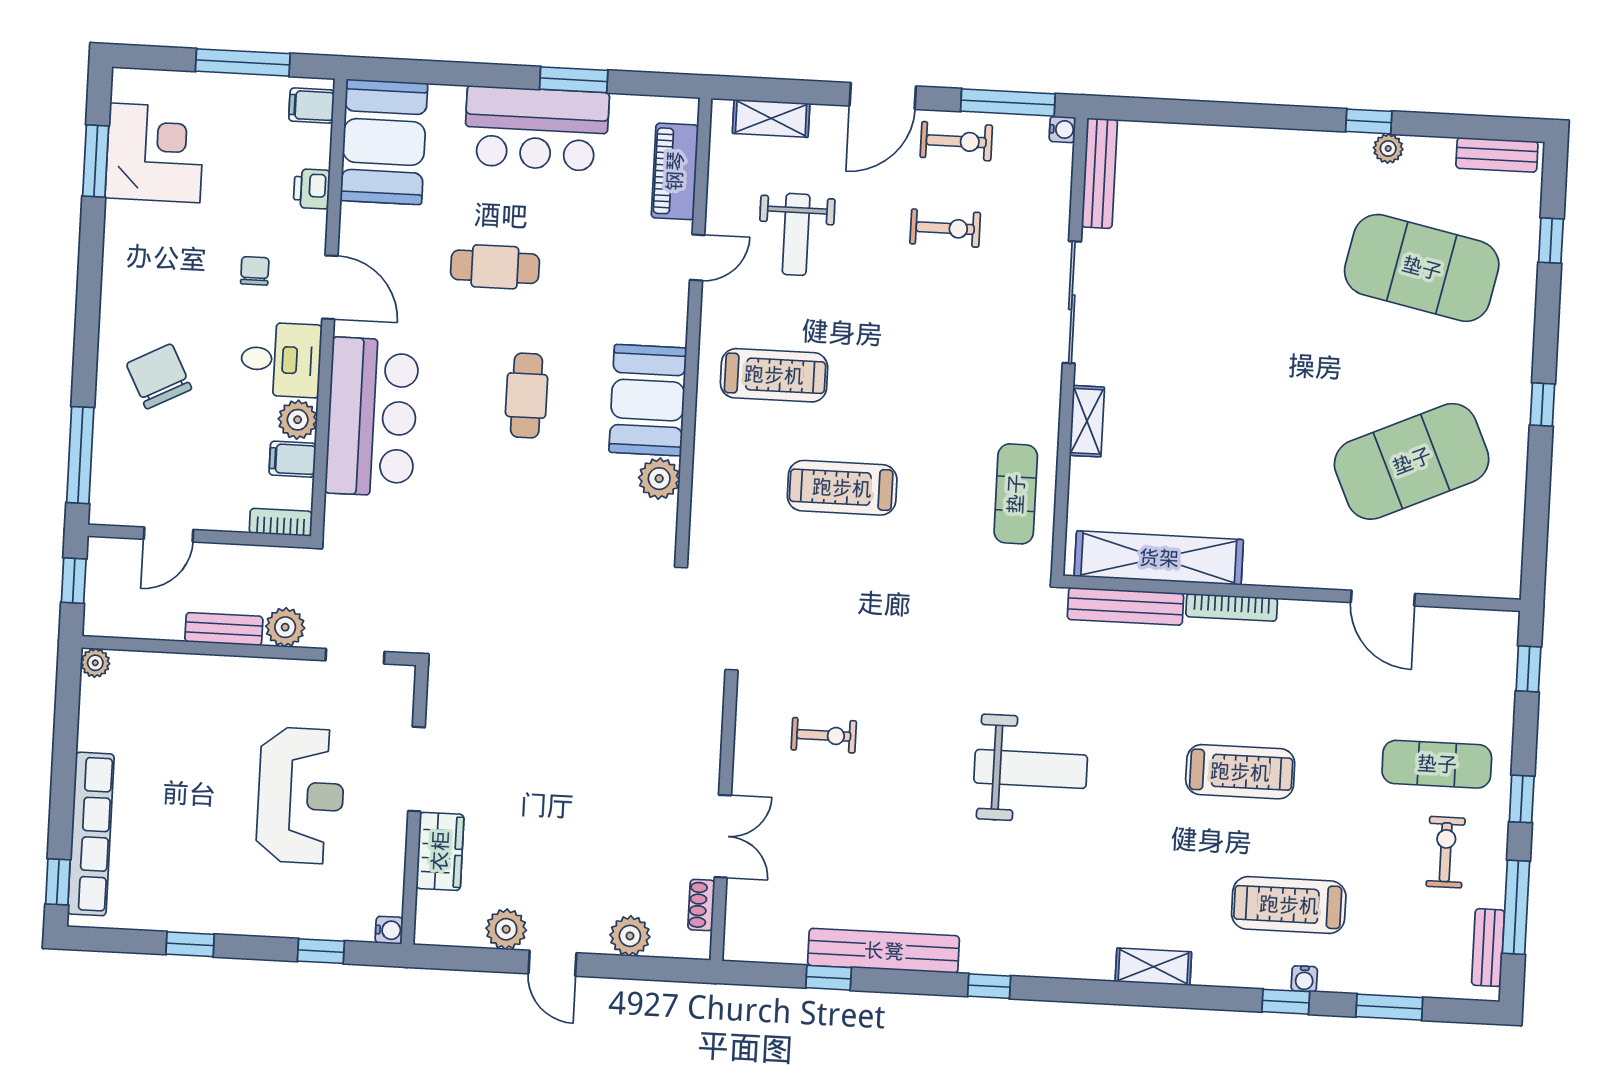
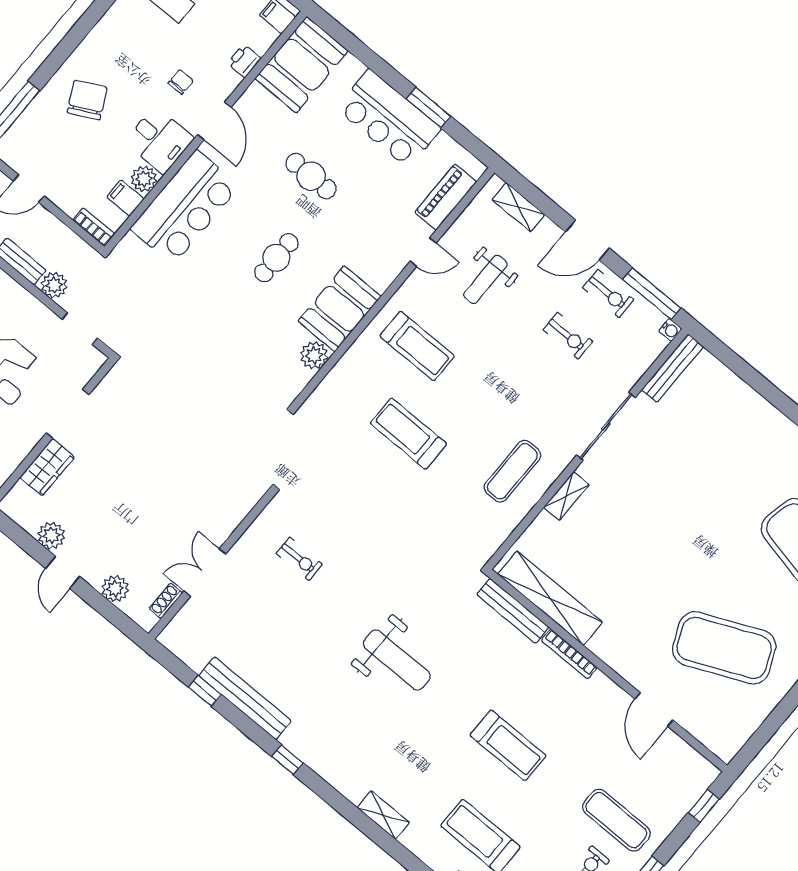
exercise mat: (1016, 494) -> (512, 471), moved
double door: (723, 836) -> (205, 573), swing flipped

